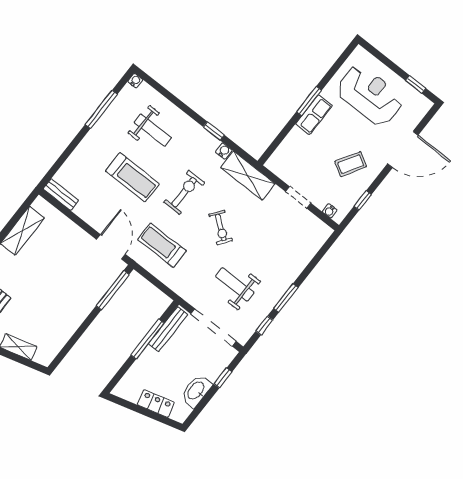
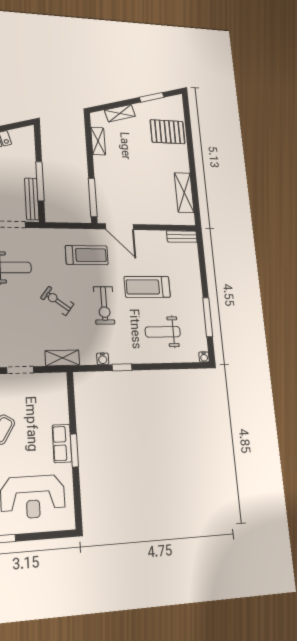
shelving: (248, 176) -> (62, 358), width x0.67, depth x0.75
shelving: (63, 336) -> (98, 141), added

